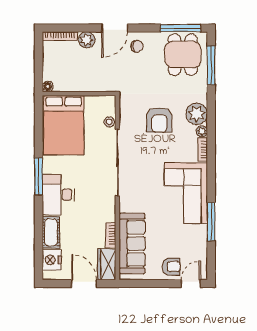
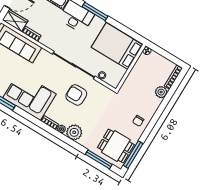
door: (115, 28) -> (158, 114), removed
armchair: (159, 120) -> (76, 95), moved

